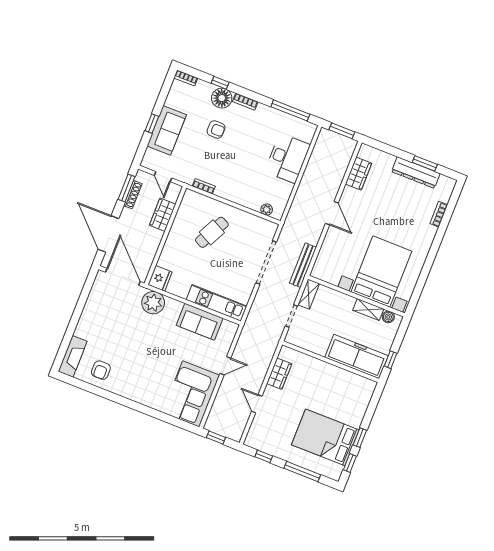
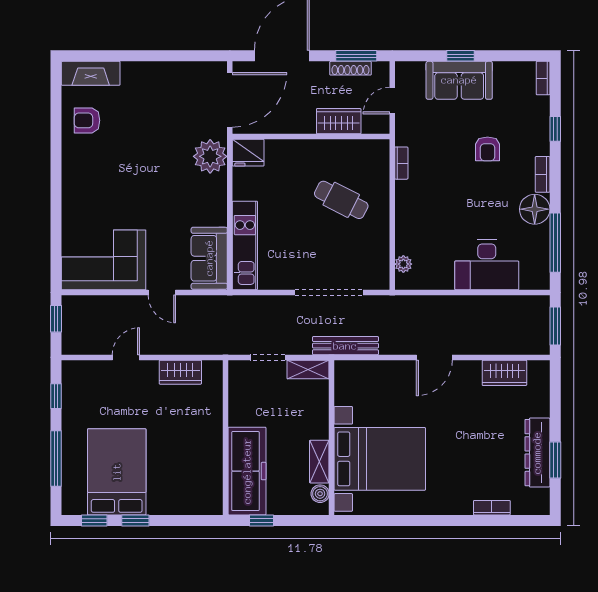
floor lamp: (222, 98) -> (535, 209), moved
sofa: (200, 322) -> (209, 258), moved

